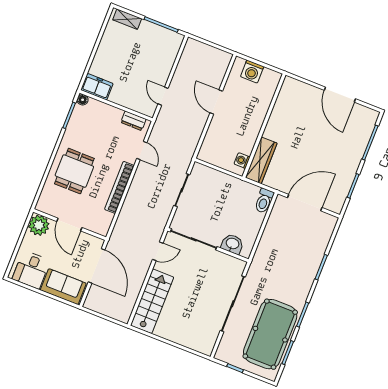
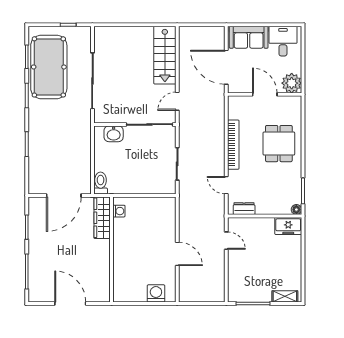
wall: (264, 126) -> (112, 249), moved
wardrobe: (261, 160) -> (102, 218), moved
washing machine: (242, 161) -> (119, 211), moved

